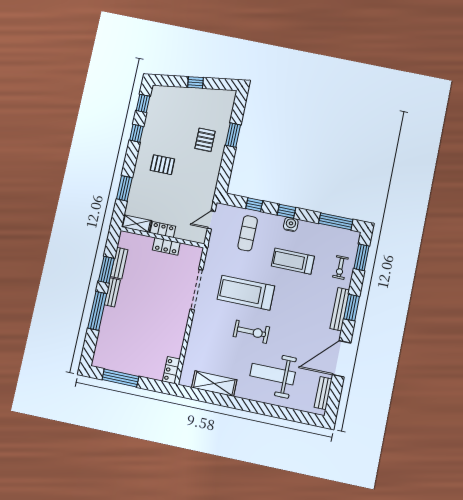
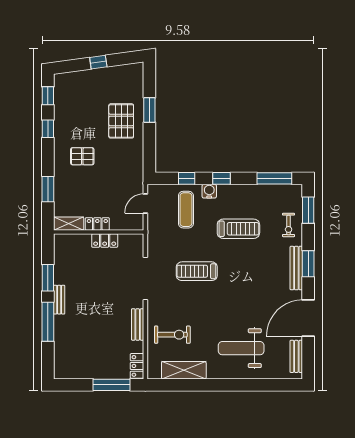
pallet: (205, 140) -> (121, 121), width x1.50, depth x1.42
water cooler: (291, 224) -> (209, 191), moved
treadmill: (293, 261) -> (238, 229), turned 180
bench: (119, 263) -> (138, 324), moved
treadmill: (246, 293) -> (197, 271), width x0.73, depth x0.73
exercise bike: (251, 332) -> (172, 335), moved
window: (120, 378) -> (111, 385), moved

